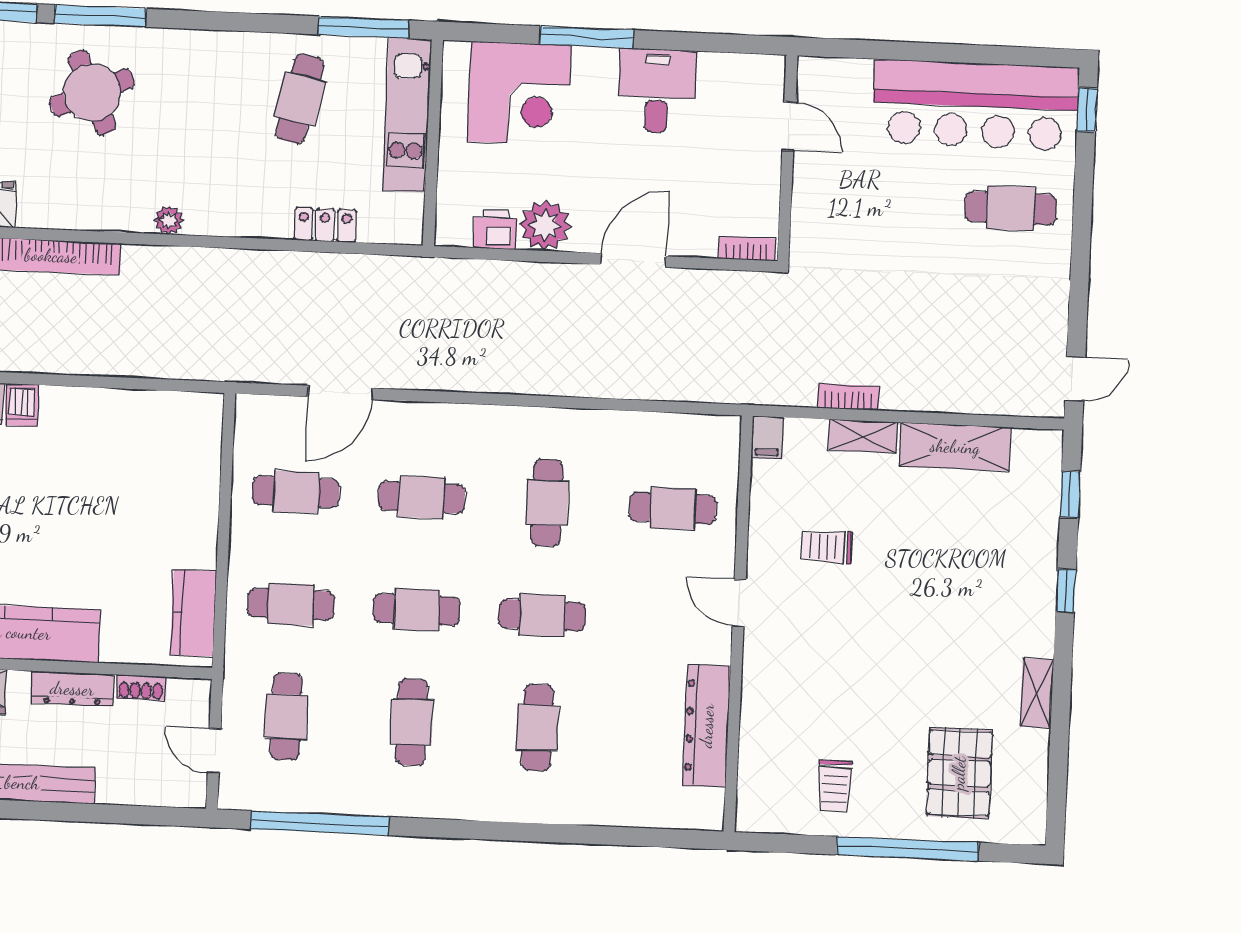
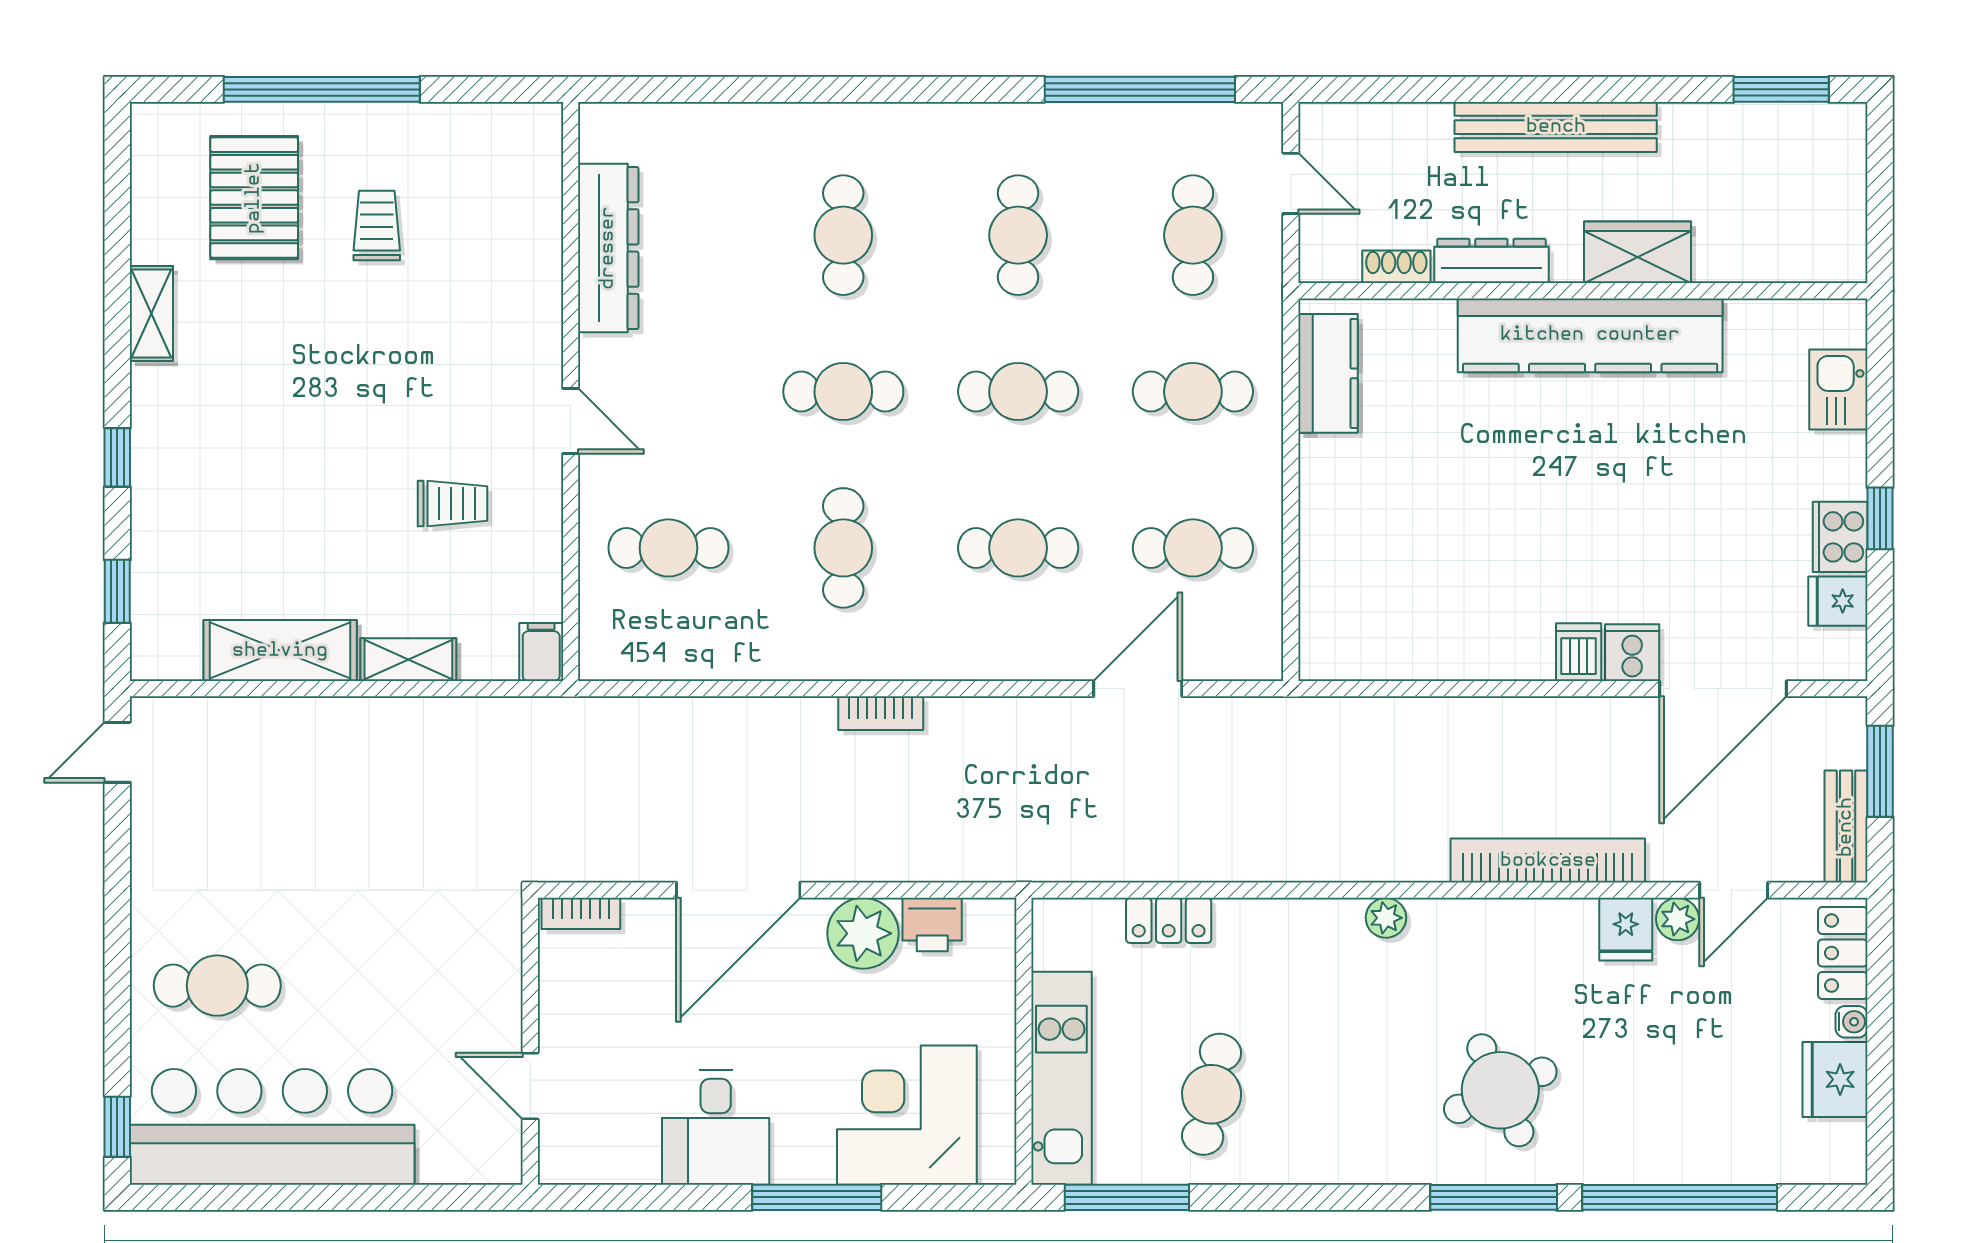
door: (633, 260) -> (738, 890), width x1.36
bookcase: (848, 397) -> (881, 713), moved
trolley: (834, 786) -> (377, 226), moved

